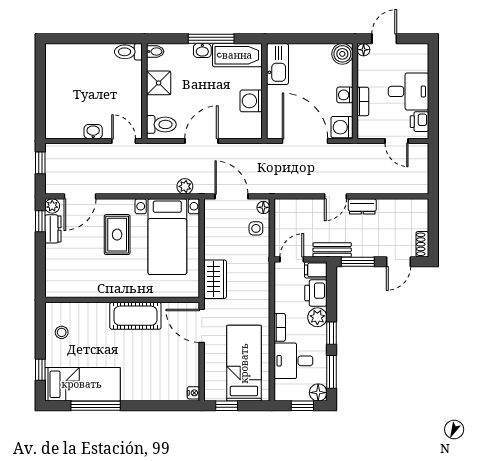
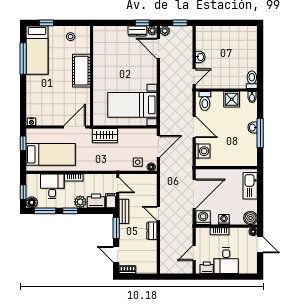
bathtub: (237, 55) -> (250, 150), removed
kitchen sink: (278, 64) -> (250, 186), moved, turned 90
washing machine: (251, 101) -> (203, 151), moved, turned 90
plant: (185, 186) -> (165, 31), moved
rug: (117, 235) -> (134, 72), removed
cot: (135, 316) -> (81, 71), moved

